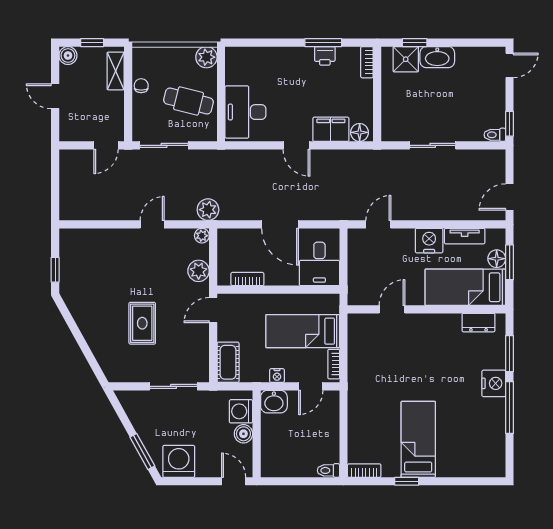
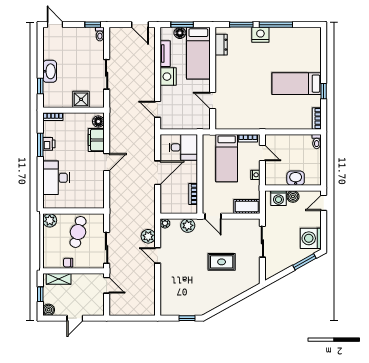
shower: (406, 59) -> (81, 99), moved
desk: (245, 112) -> (56, 178), moved, turned 90
plant: (208, 210) -> (148, 236), moved
washbasin: (274, 402) -> (296, 178), moved, turned -90

